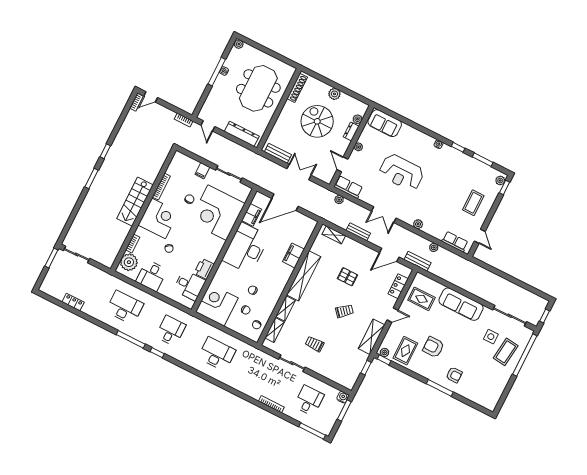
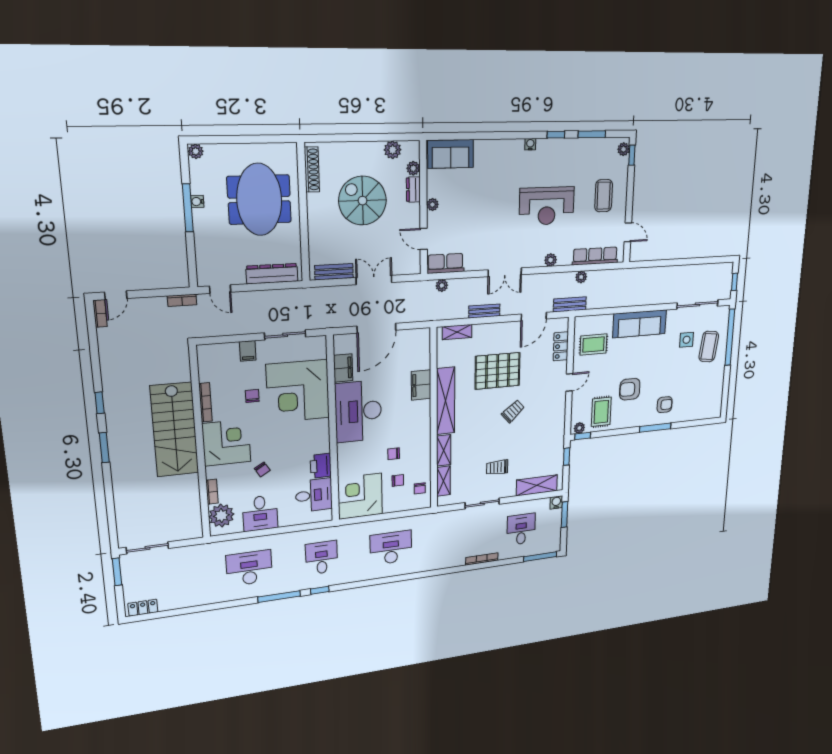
plant: (334, 94) -> (393, 150), moved
reception desk: (401, 172) -> (547, 206), moved
stairs: (135, 202) -> (174, 430), width x1.36, depth x1.51
row of seats: (455, 242) -> (595, 256), width x1.48
pallet: (347, 277) -> (498, 371), width x2.05, depth x2.00
locker: (73, 302) -> (143, 608), moved
shelving: (372, 337) -> (537, 485), moved, turned 90

